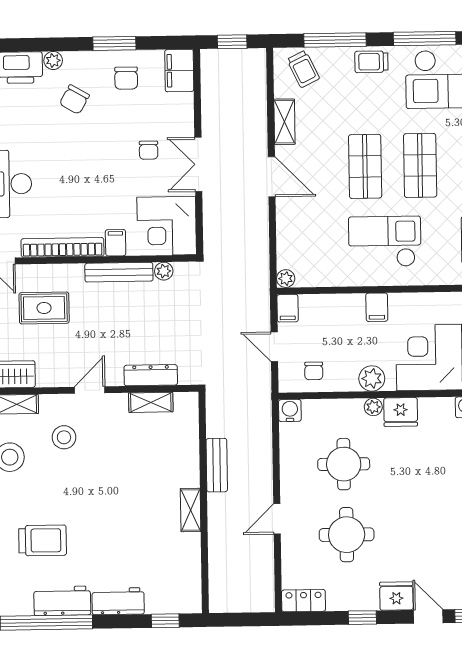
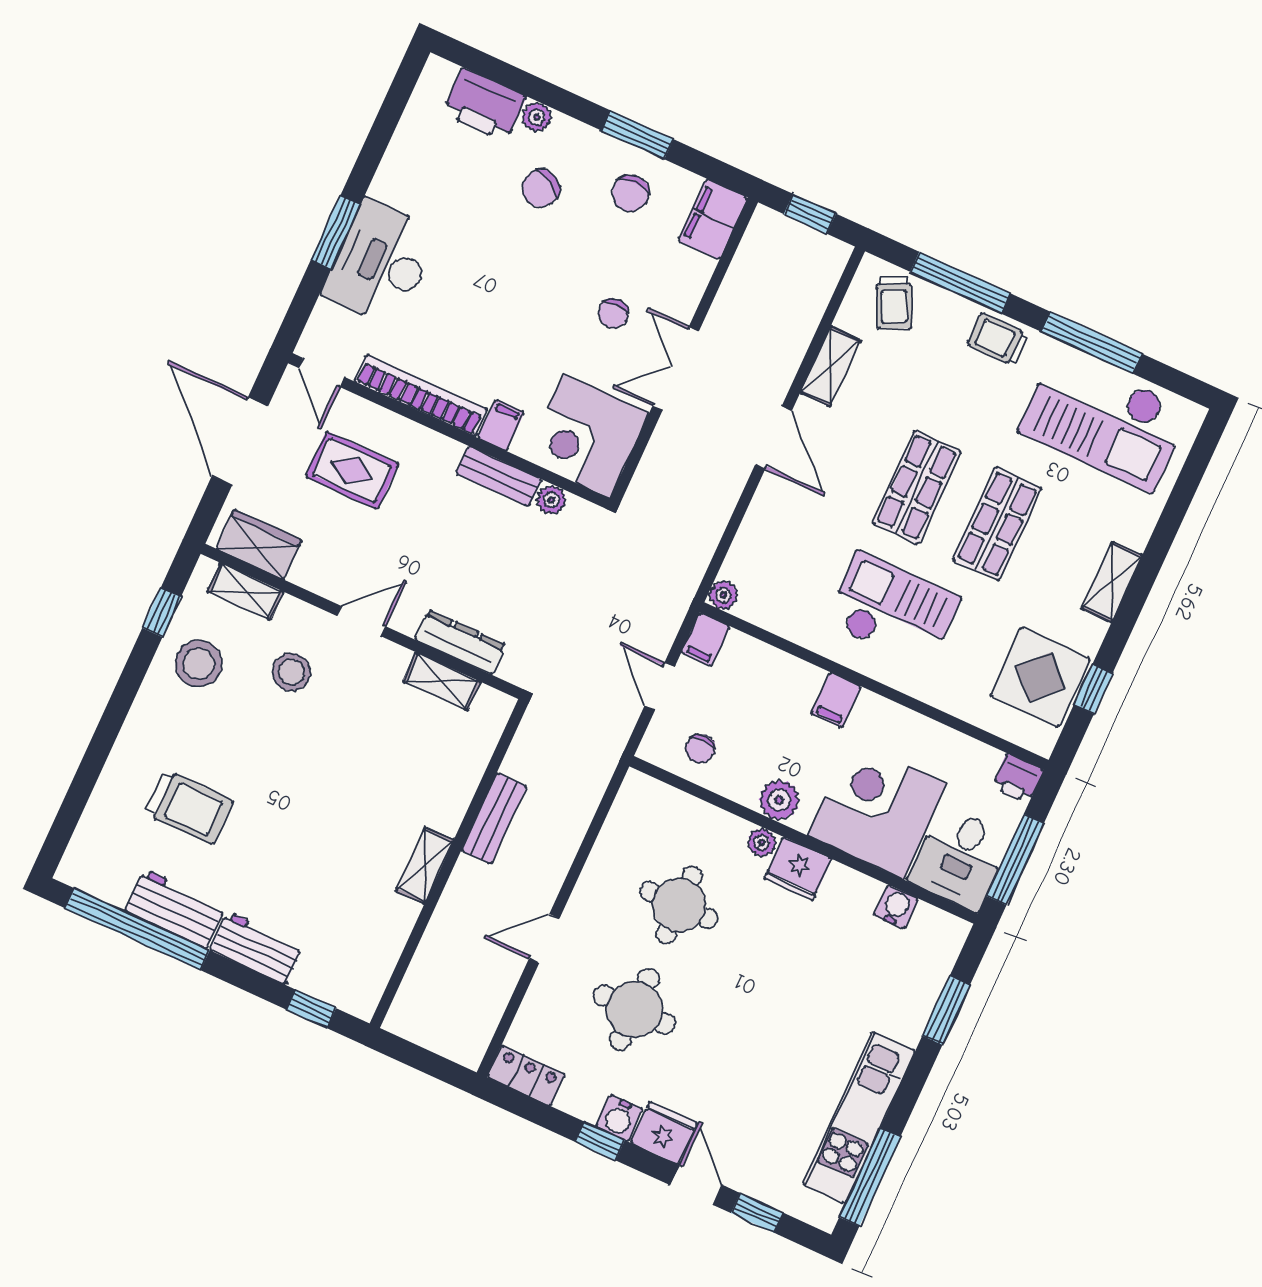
bench: (119, 272) -> (499, 476), width x0.73
water cooler: (290, 411) -> (619, 1118), moved, turned 180

